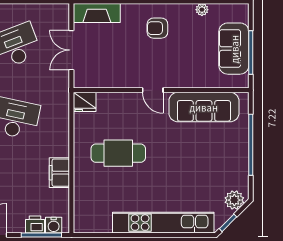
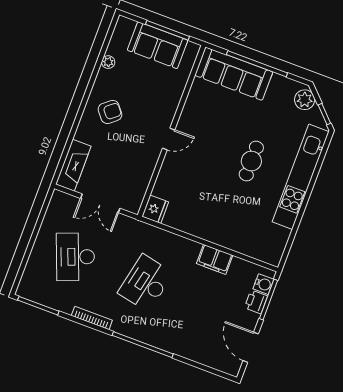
armchair: (157, 28) -> (110, 112), turned -129
sofa: (204, 107) -> (234, 74), moved, turned 90
cafe table: (118, 153) -> (251, 161), moved, width x0.73, depth x0.74

